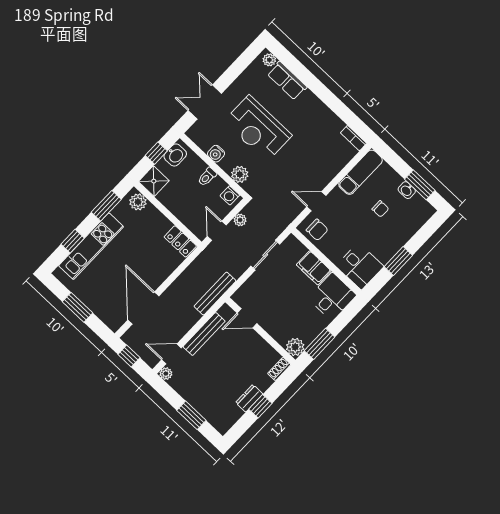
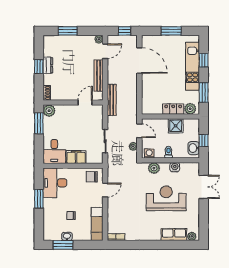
shower: (154, 181) -> (176, 126), moved
locker: (180, 241) -> (173, 109), moved
desk: (360, 266) -> (55, 183), width x1.37

